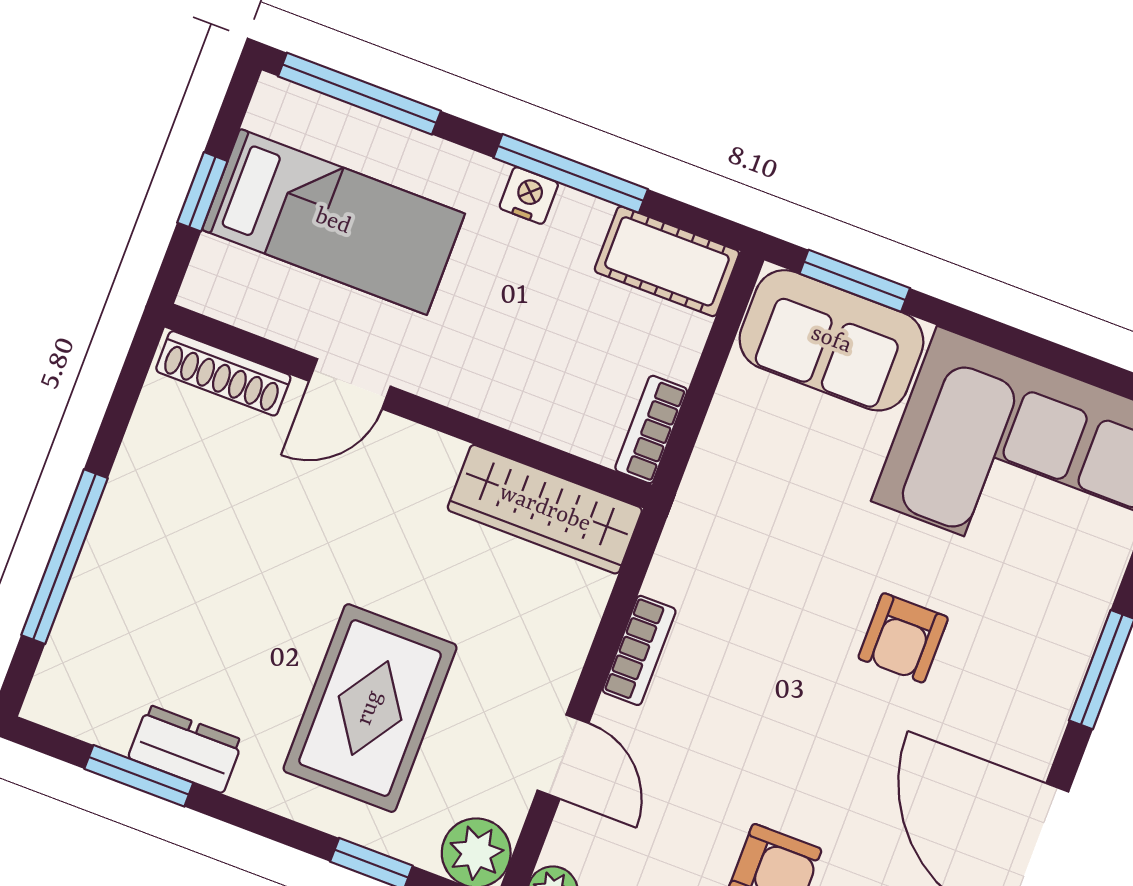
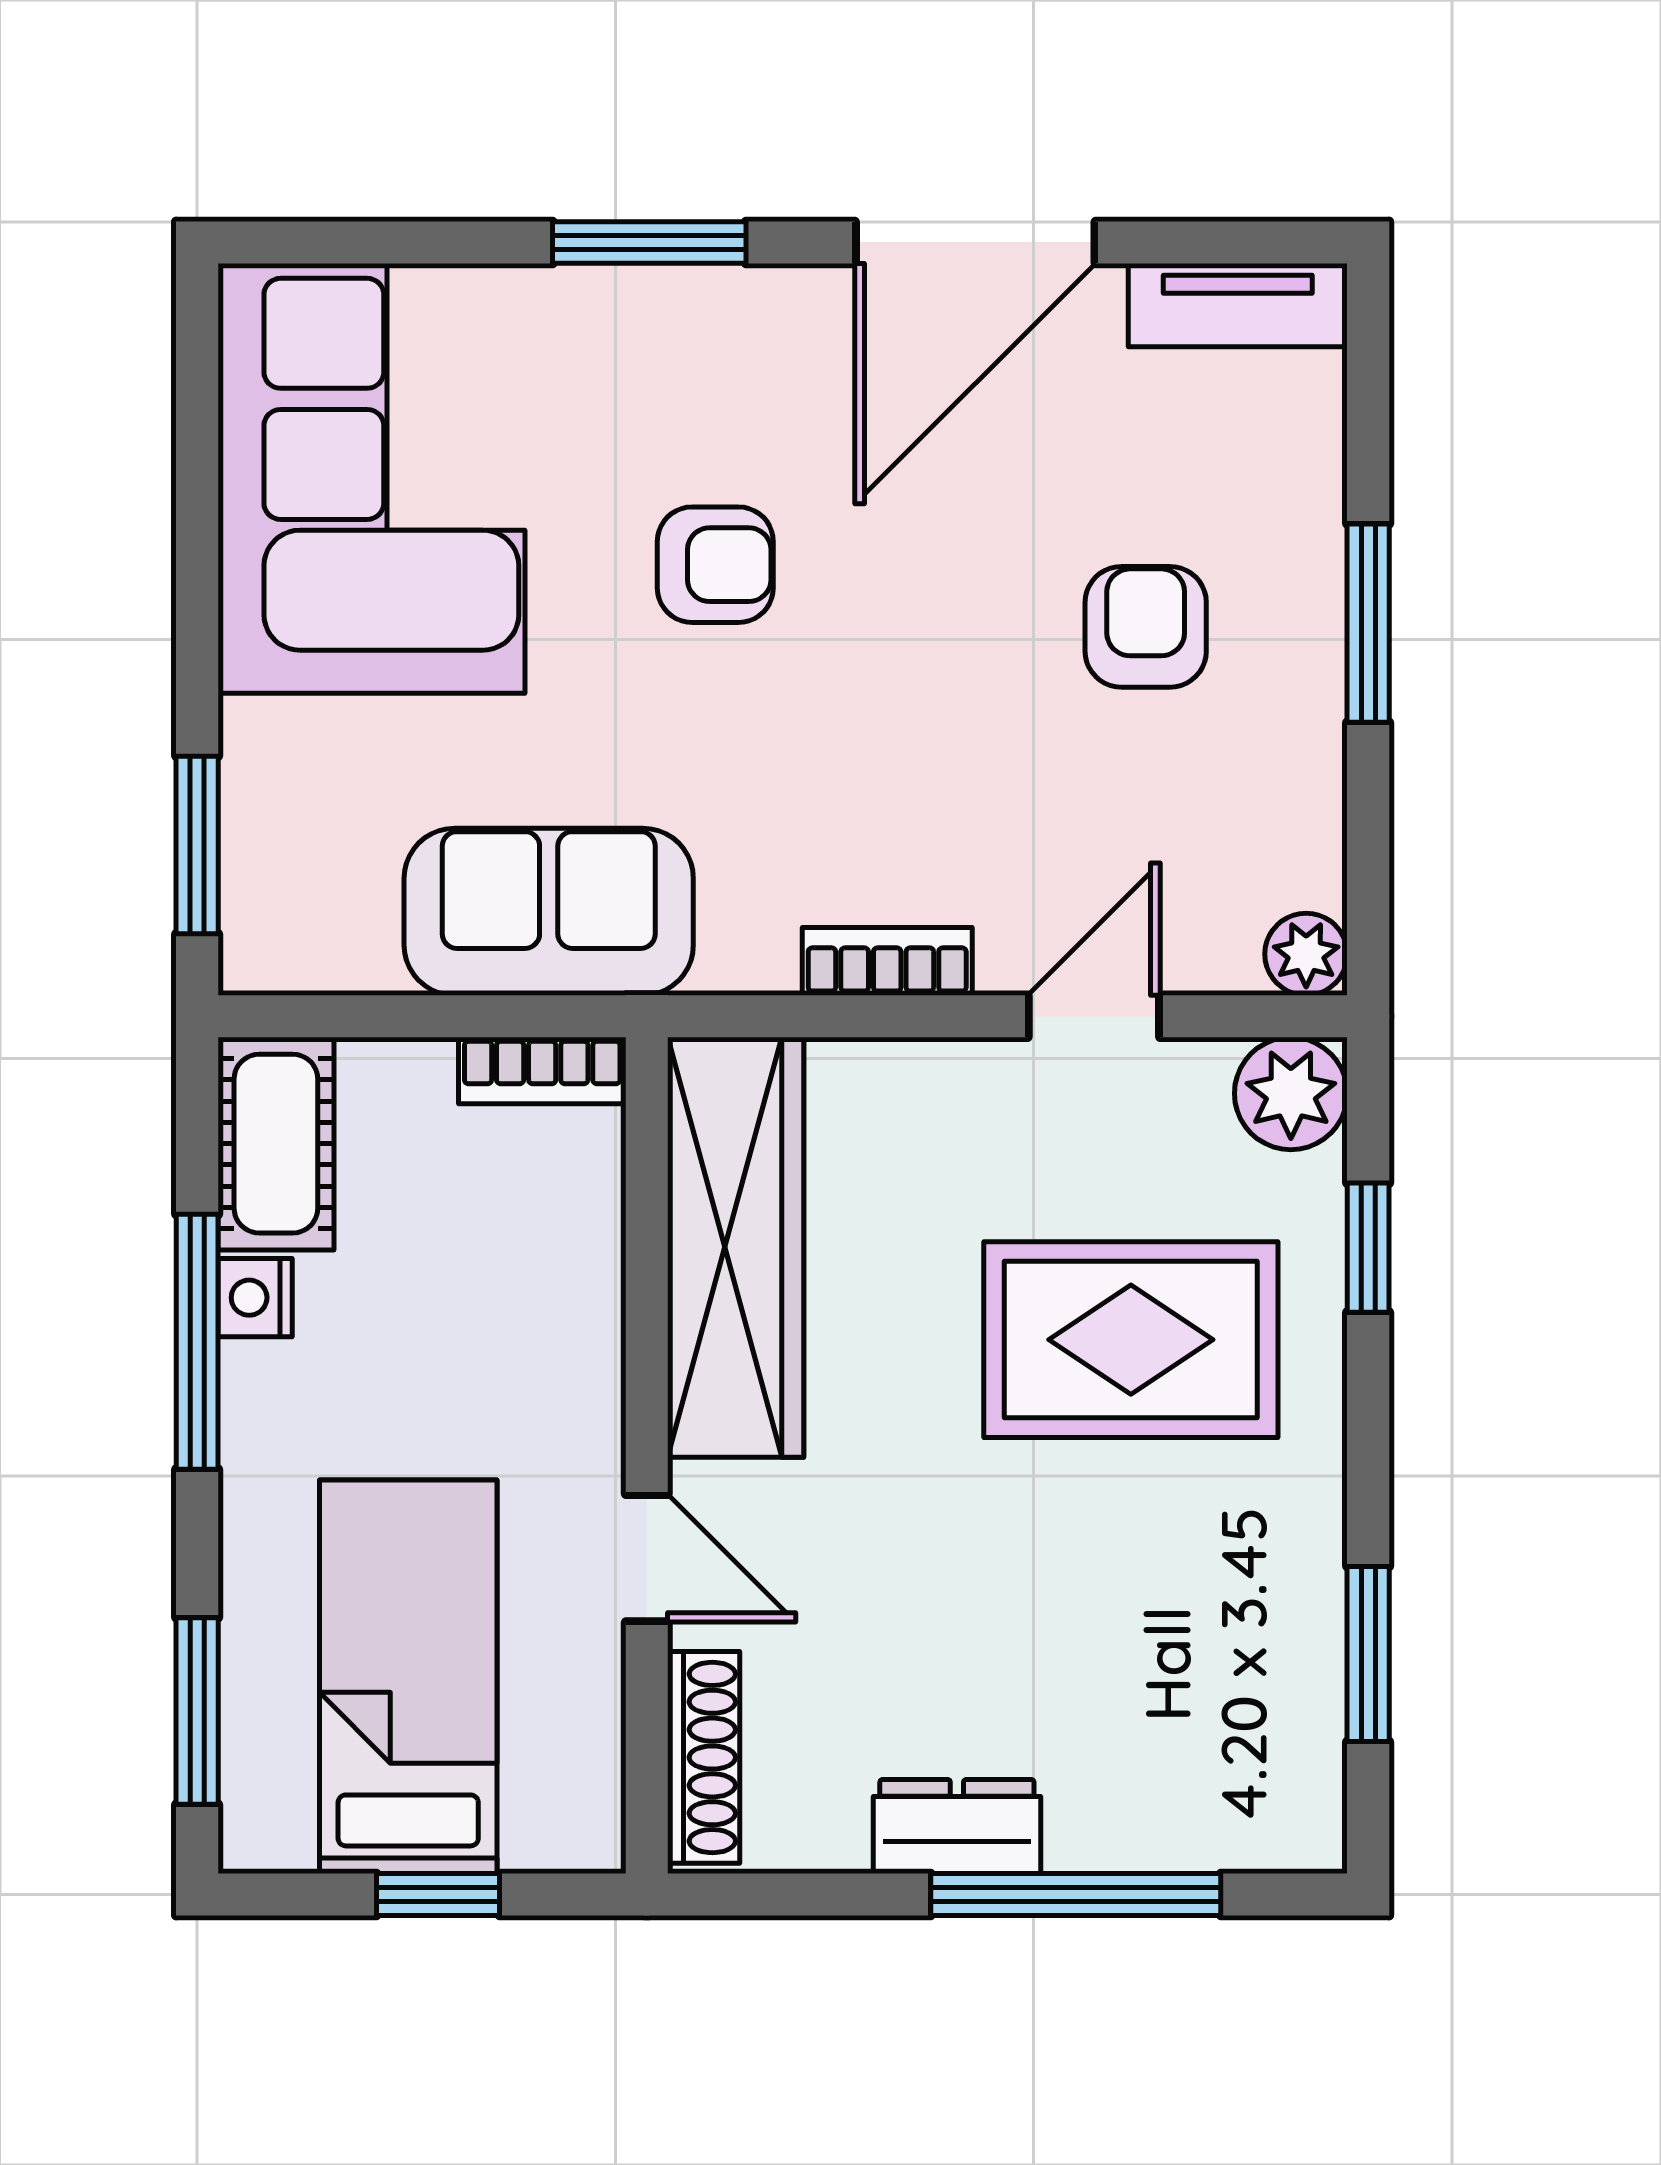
window: (359, 94) -> (197, 1711), width x0.69
nightstand: (529, 195) -> (255, 1298), moved
sofa: (831, 340) -> (549, 912), moved, turned -90
wardrobe: (545, 509) -> (736, 1247), width x1.40, depth x1.17
dresser: (186, 749) -> (957, 1827), moved, turned 90

